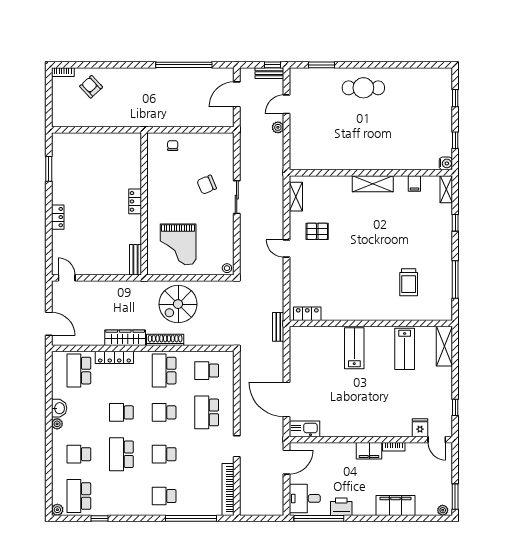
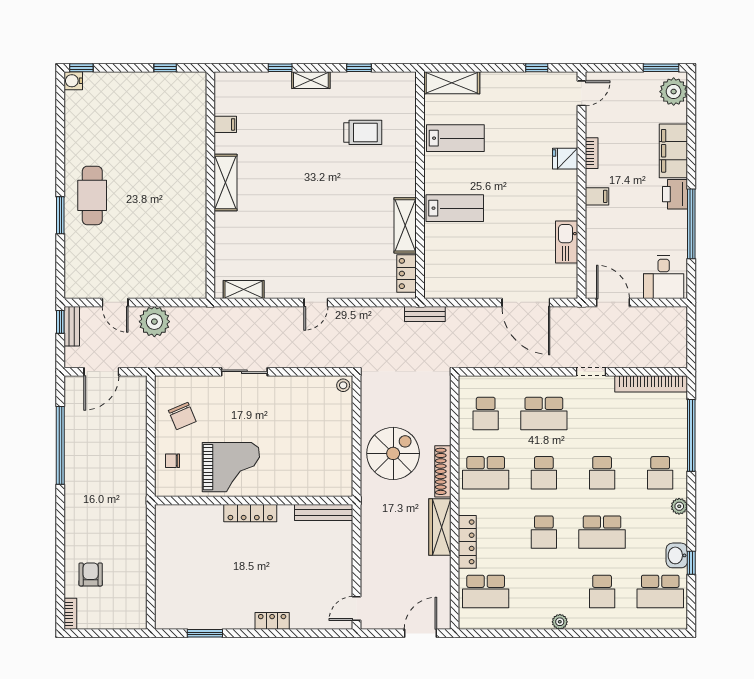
window: (321, 65) -> (60, 215), moved
armchair: (91, 87) -> (91, 574), turned 133
door: (237, 94) -> (101, 372), hinge flipped
window: (455, 98) -> (81, 68), moved
plant: (278, 127) -> (154, 322), width x1.87, depth x1.87
water cooler: (446, 163) -> (73, 81), moved, turned -90
chair: (207, 185) -> (182, 416), moved
shelving: (446, 189) -> (311, 80), moved
locker: (135, 201) -> (250, 513), width x1.53
pallet: (317, 231) -> (292, 260), removed
grand piano: (178, 244) -> (231, 467), moved
bench: (136, 260) -> (324, 513), width x1.36
window: (455, 280) -> (359, 68), width x0.46
spiral stairs: (178, 304) -> (393, 453), turned -90
shelving: (342, 313) -> (405, 225), added
lab bench: (354, 348) -> (455, 208), turned 180
door: (287, 399) -> (526, 302), hinge flipped
washbasin: (59, 408) -> (677, 555), moved, turned -90
fridge: (420, 428) -> (565, 159), moved
kitchen sink: (304, 429) -> (567, 242), moved
filing cabinet: (369, 451) -> (597, 196), width x0.50
printer: (341, 507) -> (675, 194), moved
plant: (57, 510) -> (679, 506), moved
plant: (443, 510) -> (674, 92), width x1.88, depth x1.88
window: (319, 518) -> (691, 224), moved

